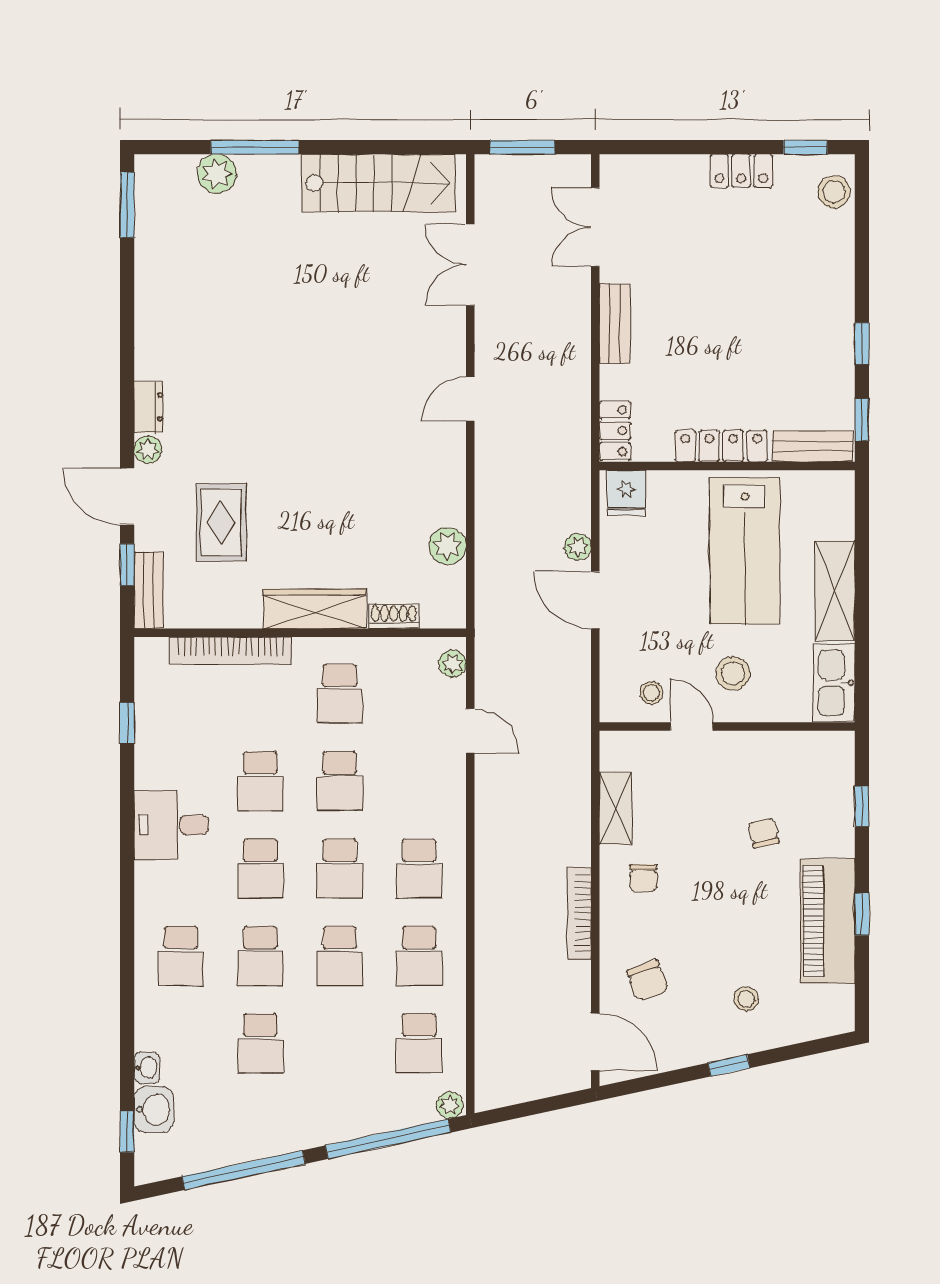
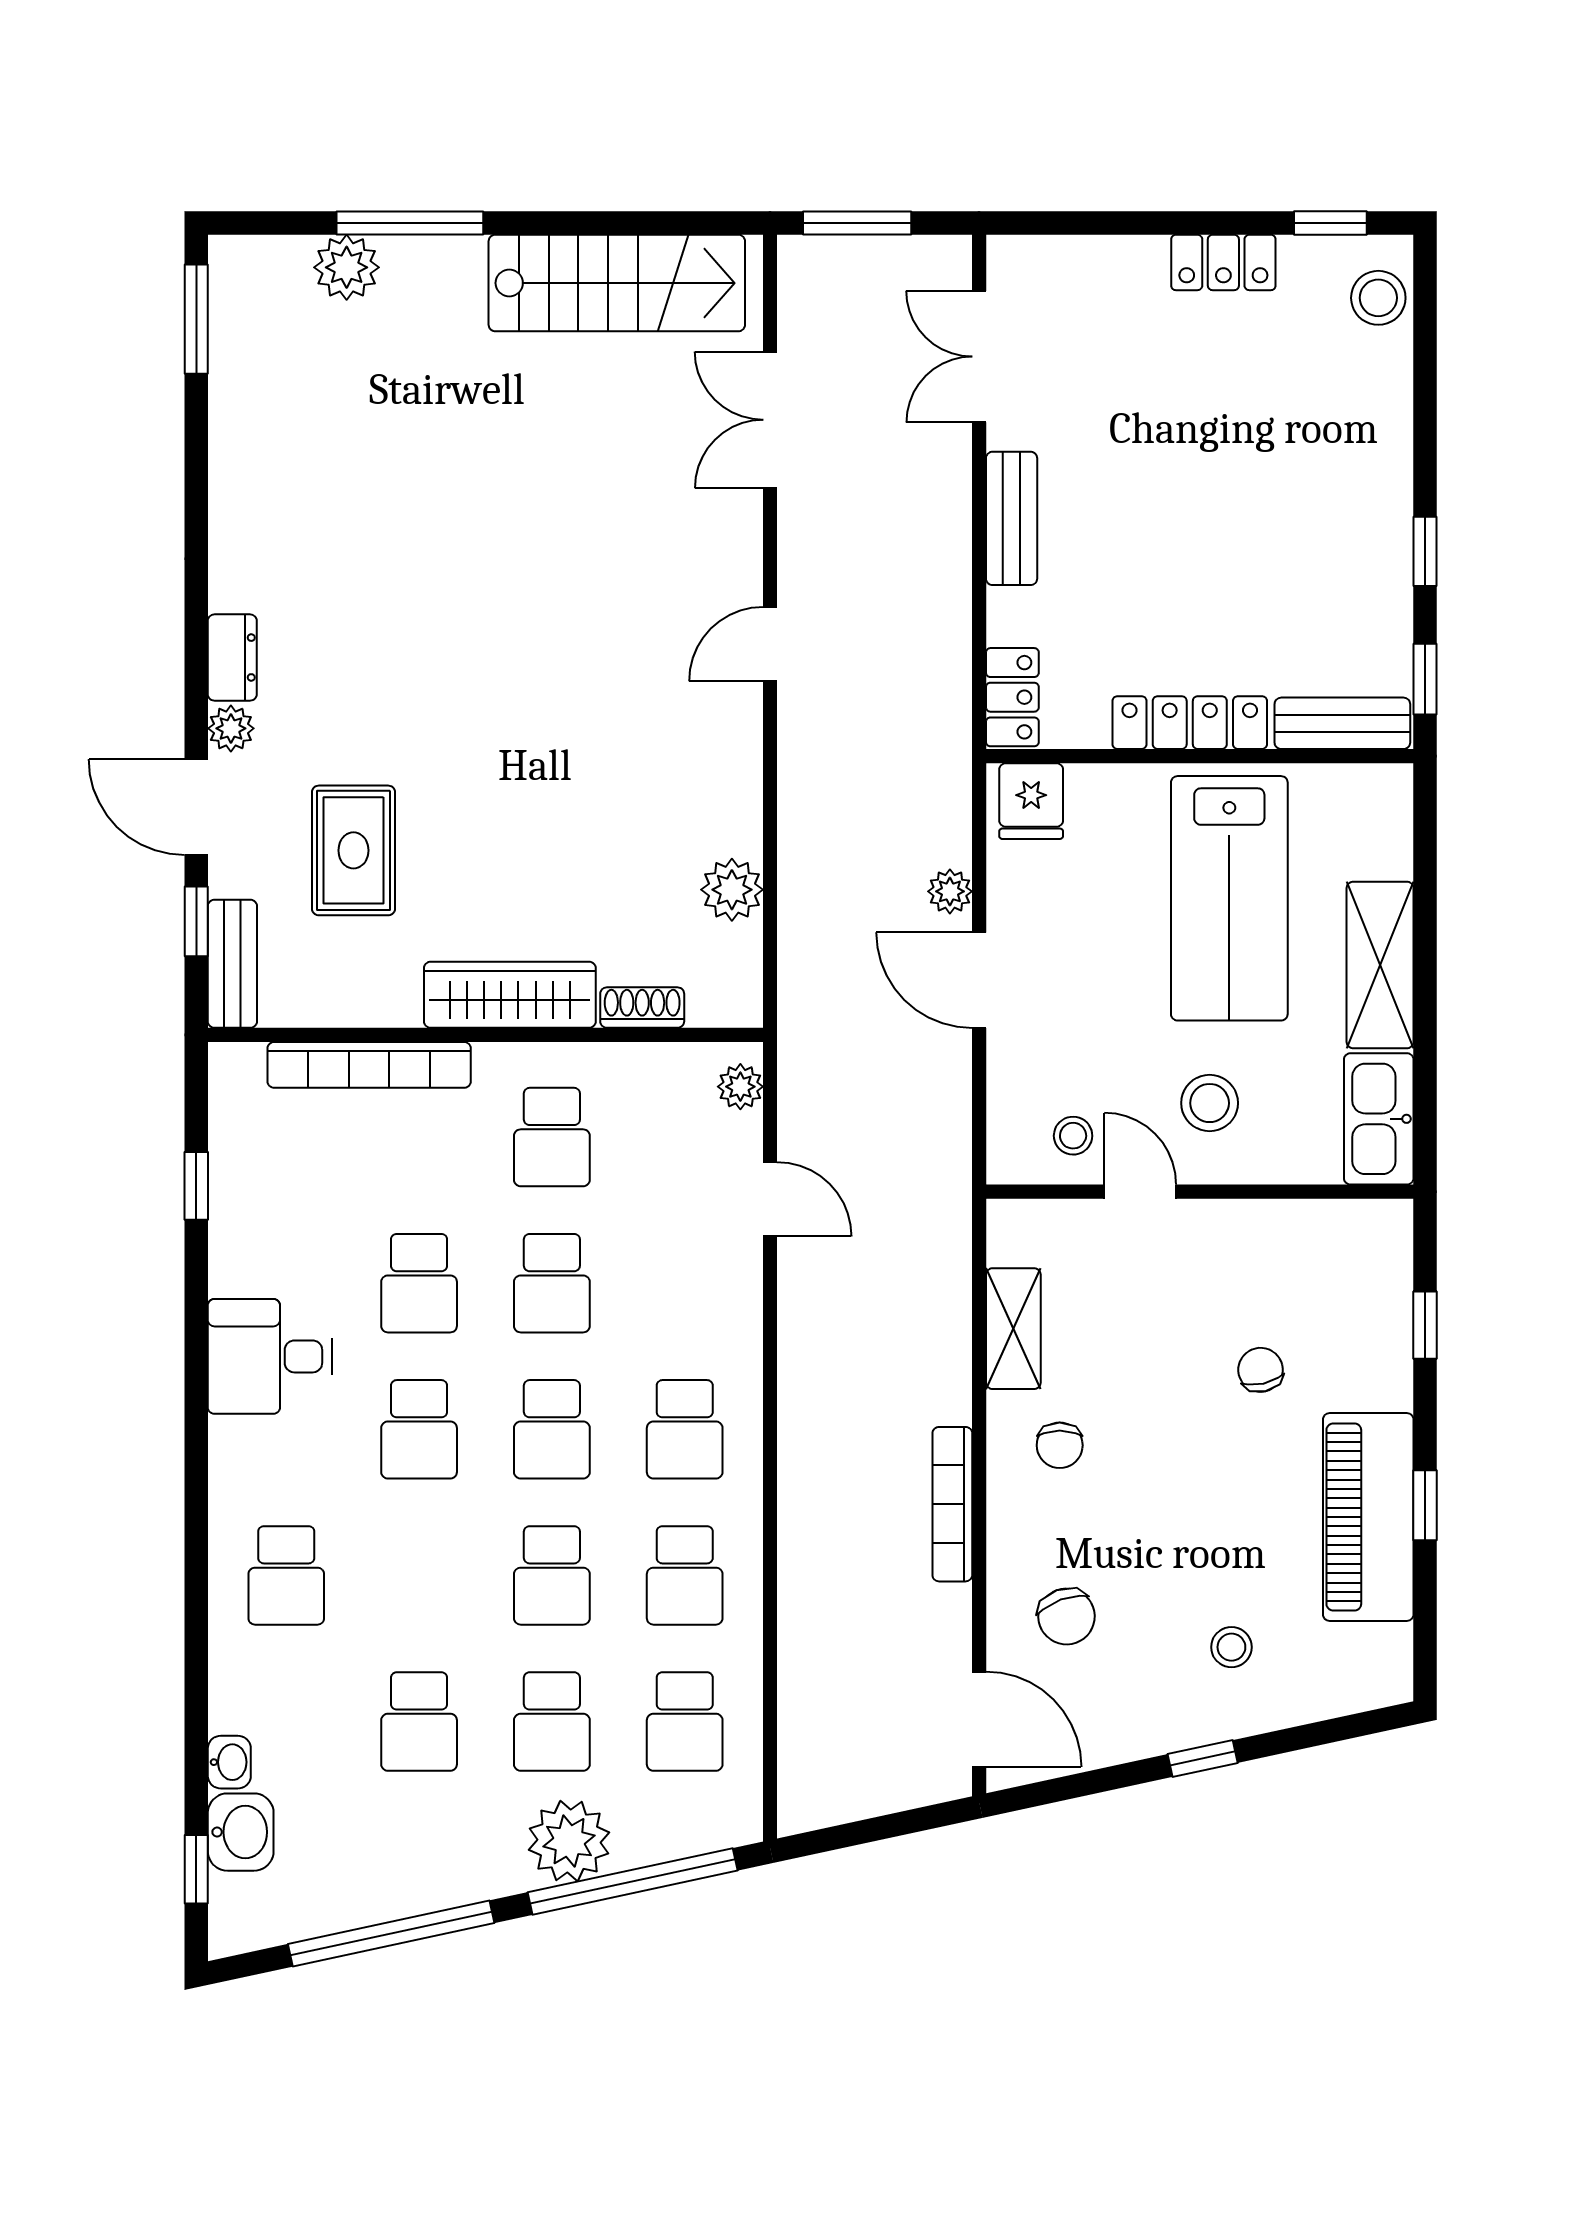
school desk: (260, 956) -> (552, 1722), moved
plant: (450, 1105) -> (569, 1841), moved, width x1.87, depth x1.87

